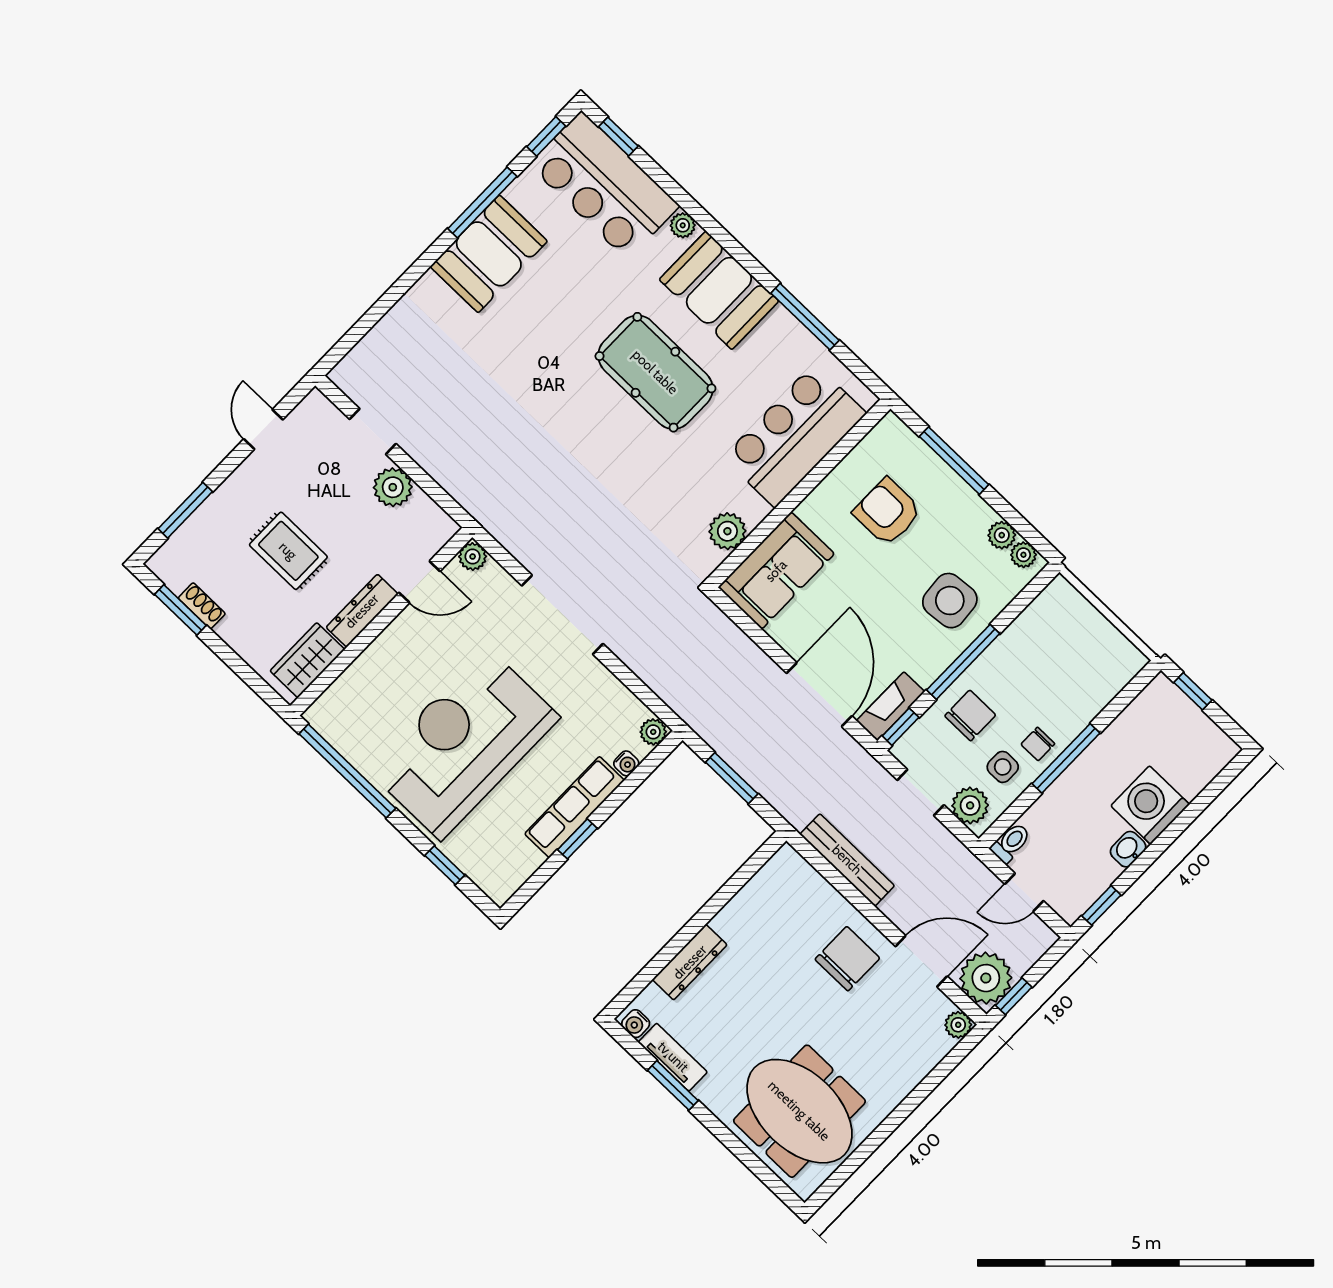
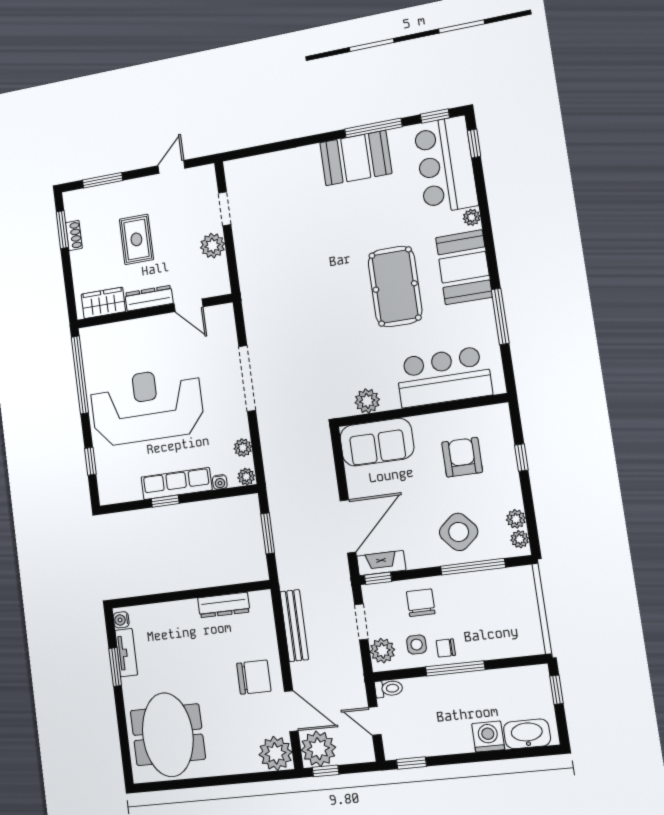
window: (954, 461) -> (521, 458), width x0.46
plant: (473, 557) -> (243, 448), moved
side table: (950, 601) -> (459, 532), turned -36
window: (963, 662) -> (473, 567), moved
chair: (970, 715) -> (421, 603), turned -90
washing machine: (1150, 805) -> (488, 737), width x0.73, depth x0.73
washbasin: (1128, 849) -> (527, 734), moved, width x1.91, depth x1.45
dresser: (690, 962) -> (224, 605), moved
plant: (958, 1025) -> (276, 753), width x1.88, depth x1.88

